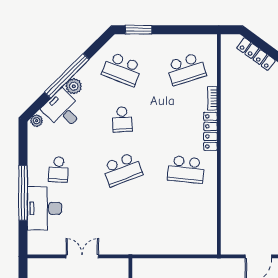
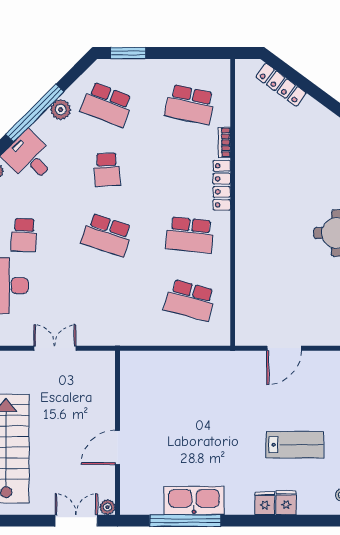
school desk: (186, 69) -> (190, 104), turned 30
plant: (74, 86) -> (61, 110), moved
school desk: (122, 169) -> (107, 235), turned 39
school desk: (186, 220) -> (190, 300), added

